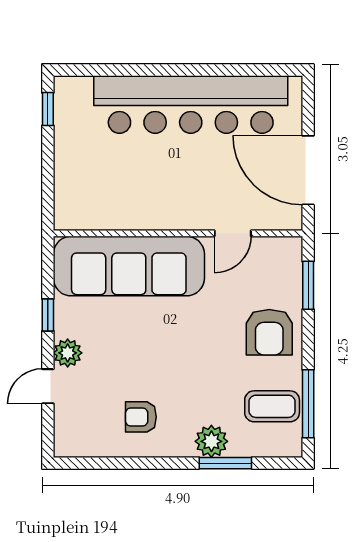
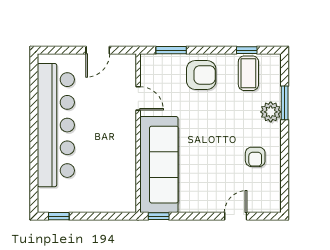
door: (308, 170) -> (98, 50), width x0.53
window: (48, 315) -> (159, 216), moved
plant: (68, 353) -> (214, 204), removed
door: (48, 386) -> (236, 216), swing flipped
window: (308, 404) -> (247, 50), width x0.46

